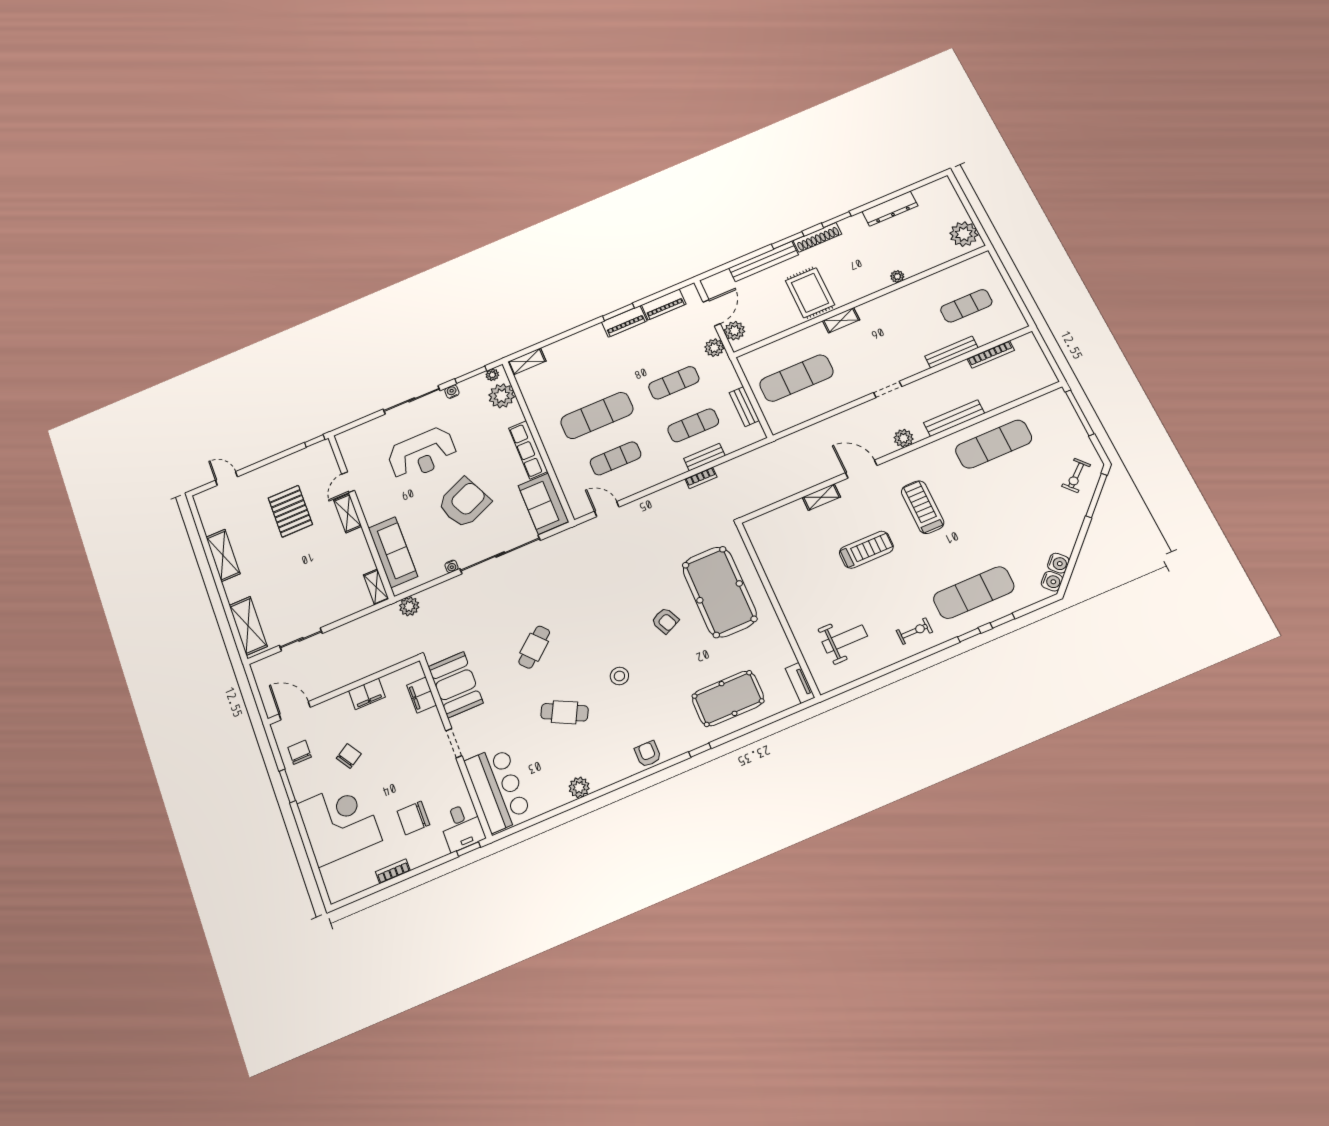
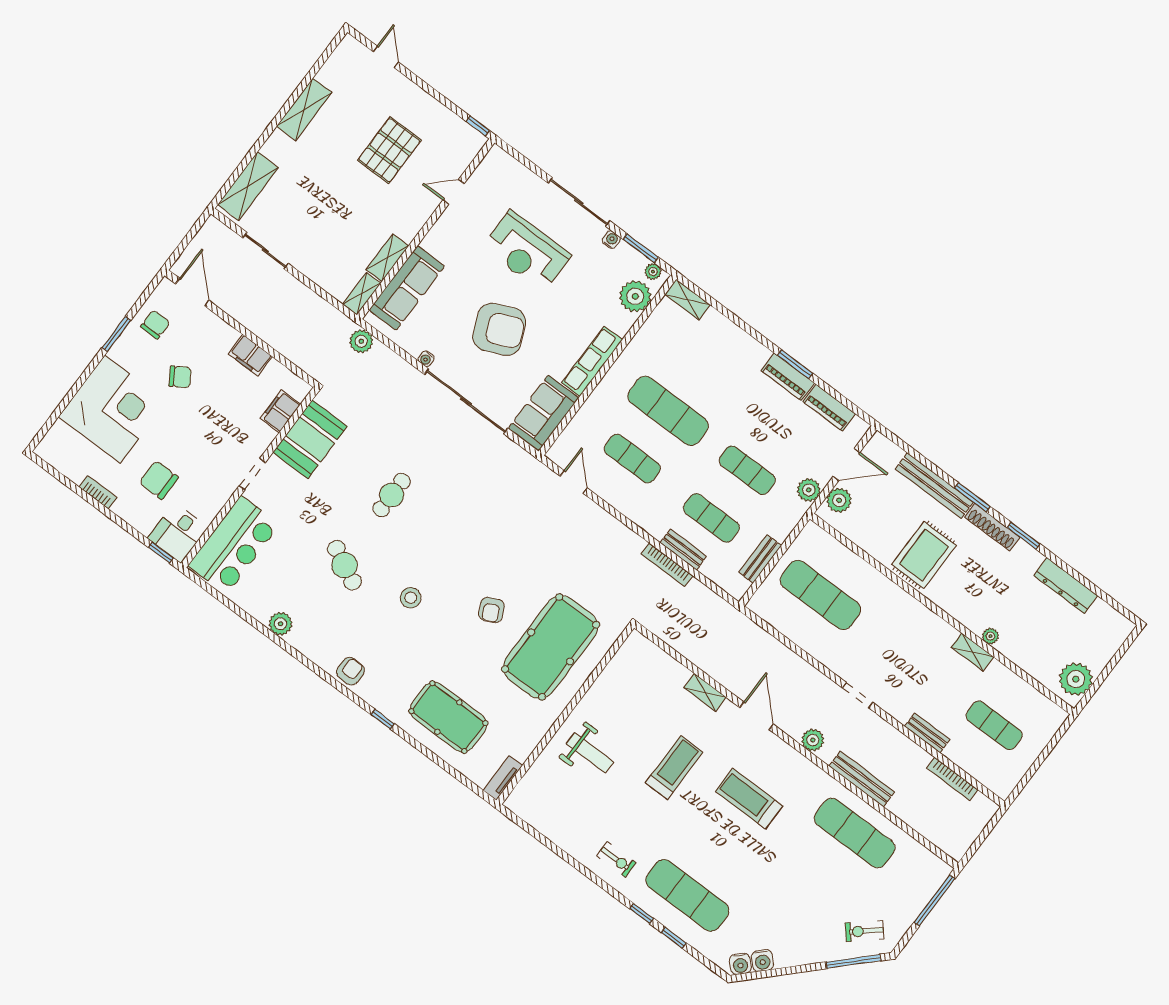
shelving: (841, 320) -> (972, 652), moved
bench: (951, 352) -> (927, 733), width x0.73
bookcase: (701, 478) -> (667, 565), width x1.56
treadmill: (923, 507) -> (749, 799), turned -90
shelving: (348, 513) -> (387, 258), moved
treadmill: (866, 550) -> (674, 767), turned -90
weight bench: (845, 639) -> (590, 753), moved
cafe table: (534, 647) -> (392, 495), turned -49

